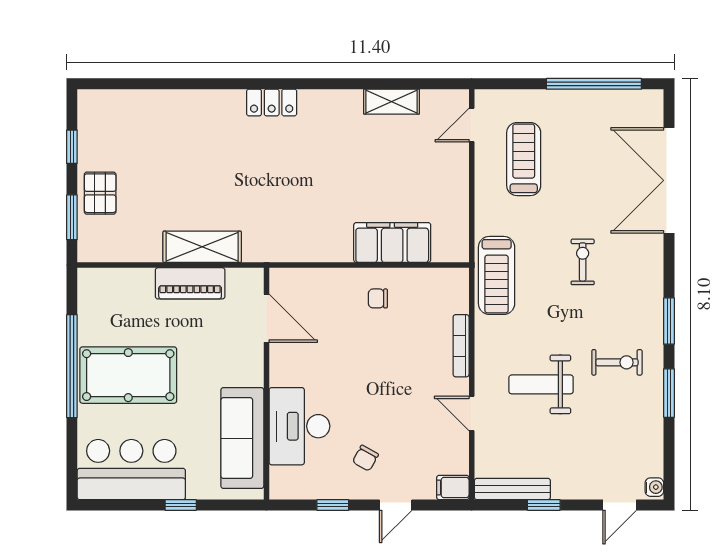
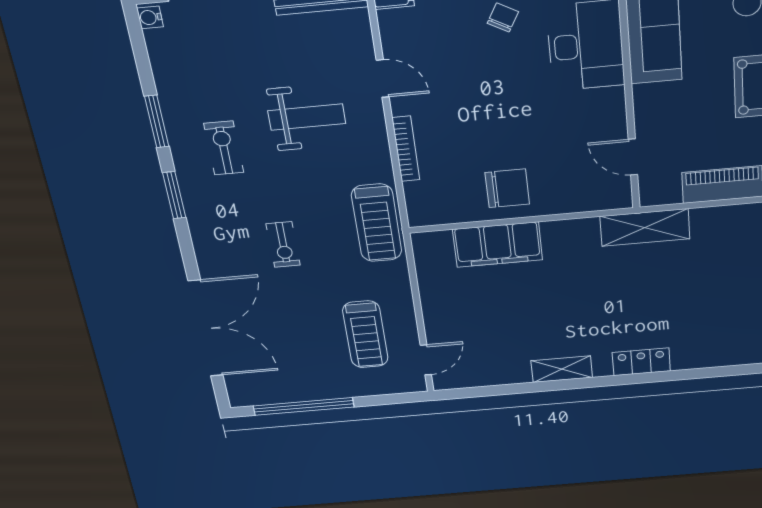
shelving: (392, 102) -> (562, 369), moved
shelving: (202, 247) -> (645, 228), moved
treadmill: (497, 275) -> (377, 223), turned 180
chair: (378, 298) -> (507, 188), width x1.87, depth x1.87
door: (266, 318) -> (633, 157), width x0.73
exercise bike: (617, 362) -> (224, 148), turned 90

